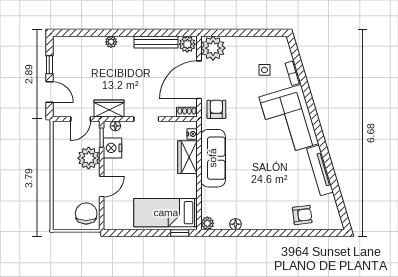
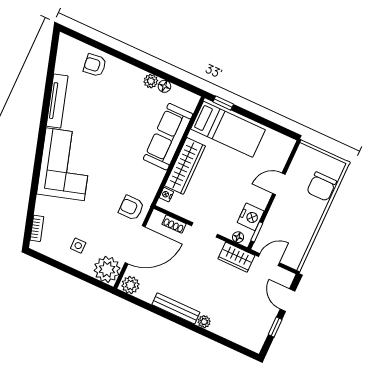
bench: (156, 42) -> (176, 308), moved
side table: (265, 70) -> (78, 246), moved
bookcase: (293, 73) -> (37, 228), moved
armchair: (216, 109) -> (131, 208), turned 90
shoe rack: (187, 112) -> (174, 224), moved
wardrobe: (188, 157) -> (185, 166), width x1.50
plant: (89, 158) -> (279, 218), removed
sofa: (213, 158) -> (168, 137), moved
chair: (86, 213) -> (322, 187), moved
plant: (207, 223) -> (151, 81), moved

